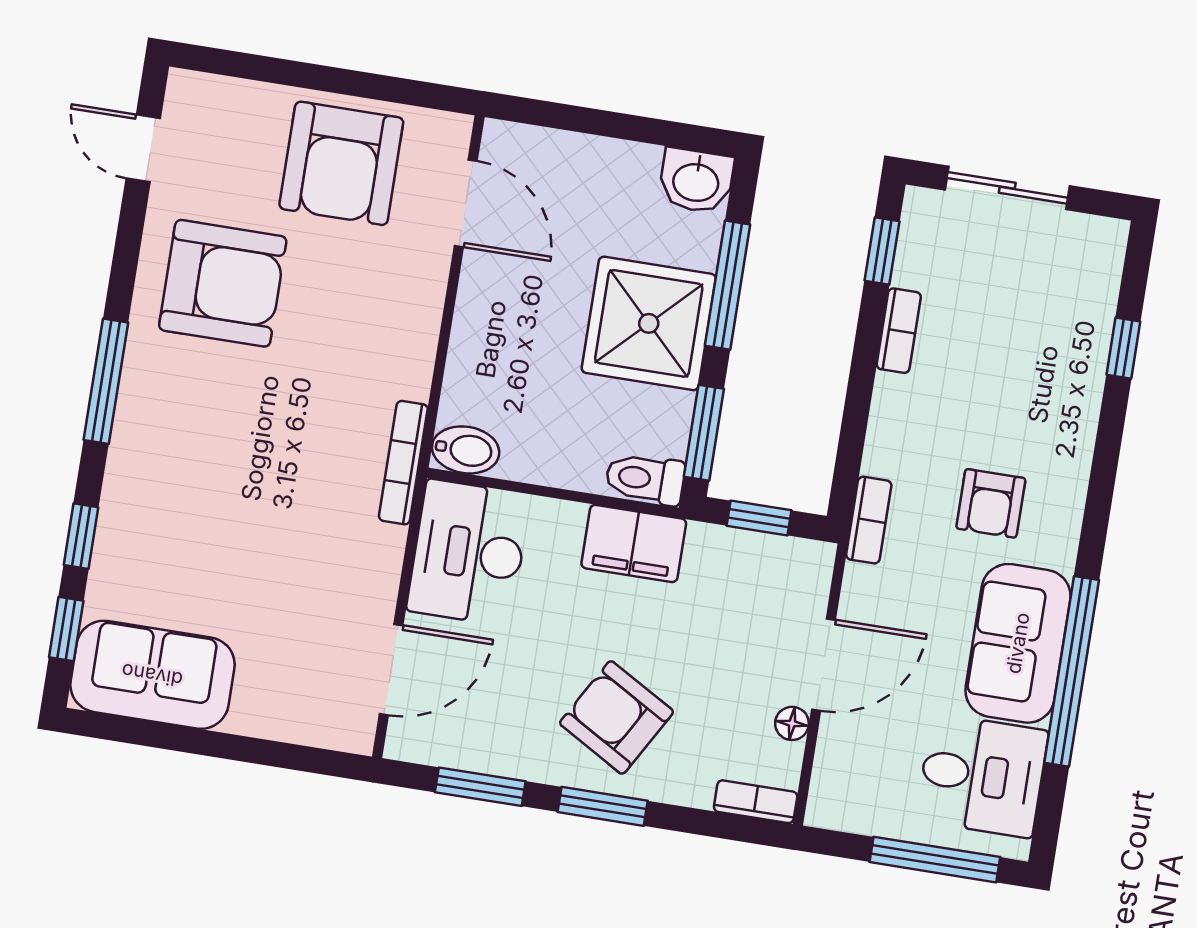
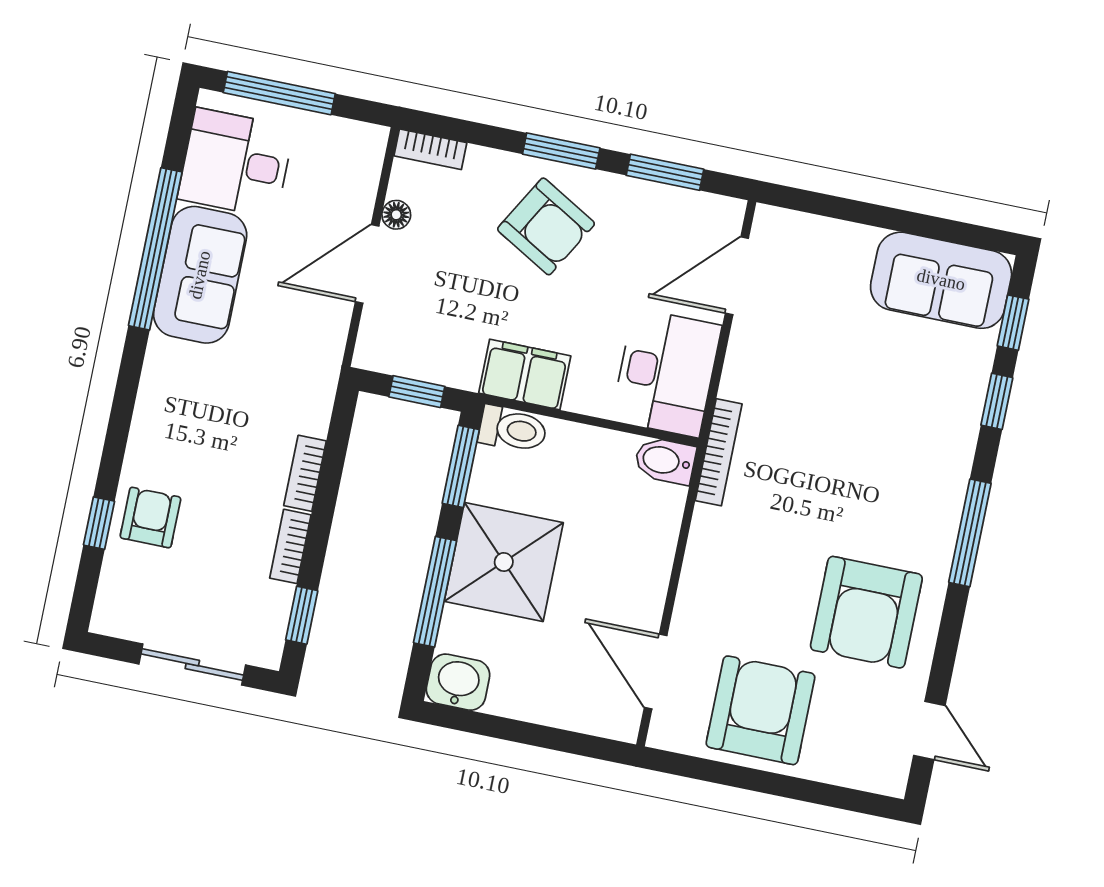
armchair: (223, 283) -> (866, 612), turned -90
armchair: (991, 503) -> (150, 518), moved
bookcase: (869, 520) -> (305, 473), moved

